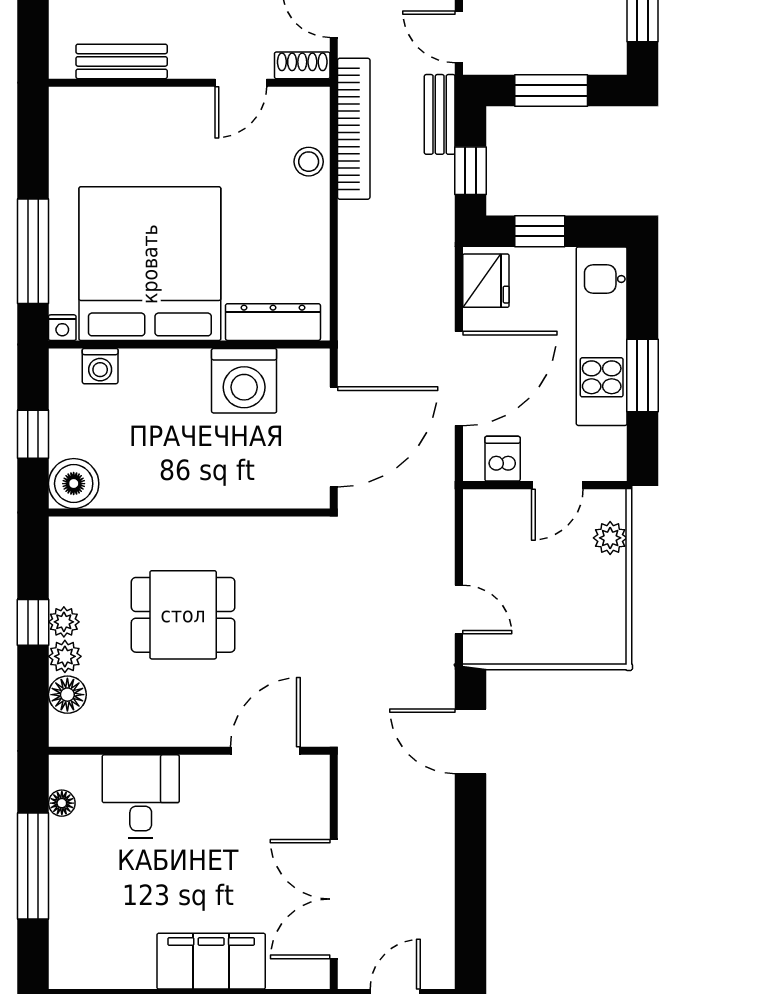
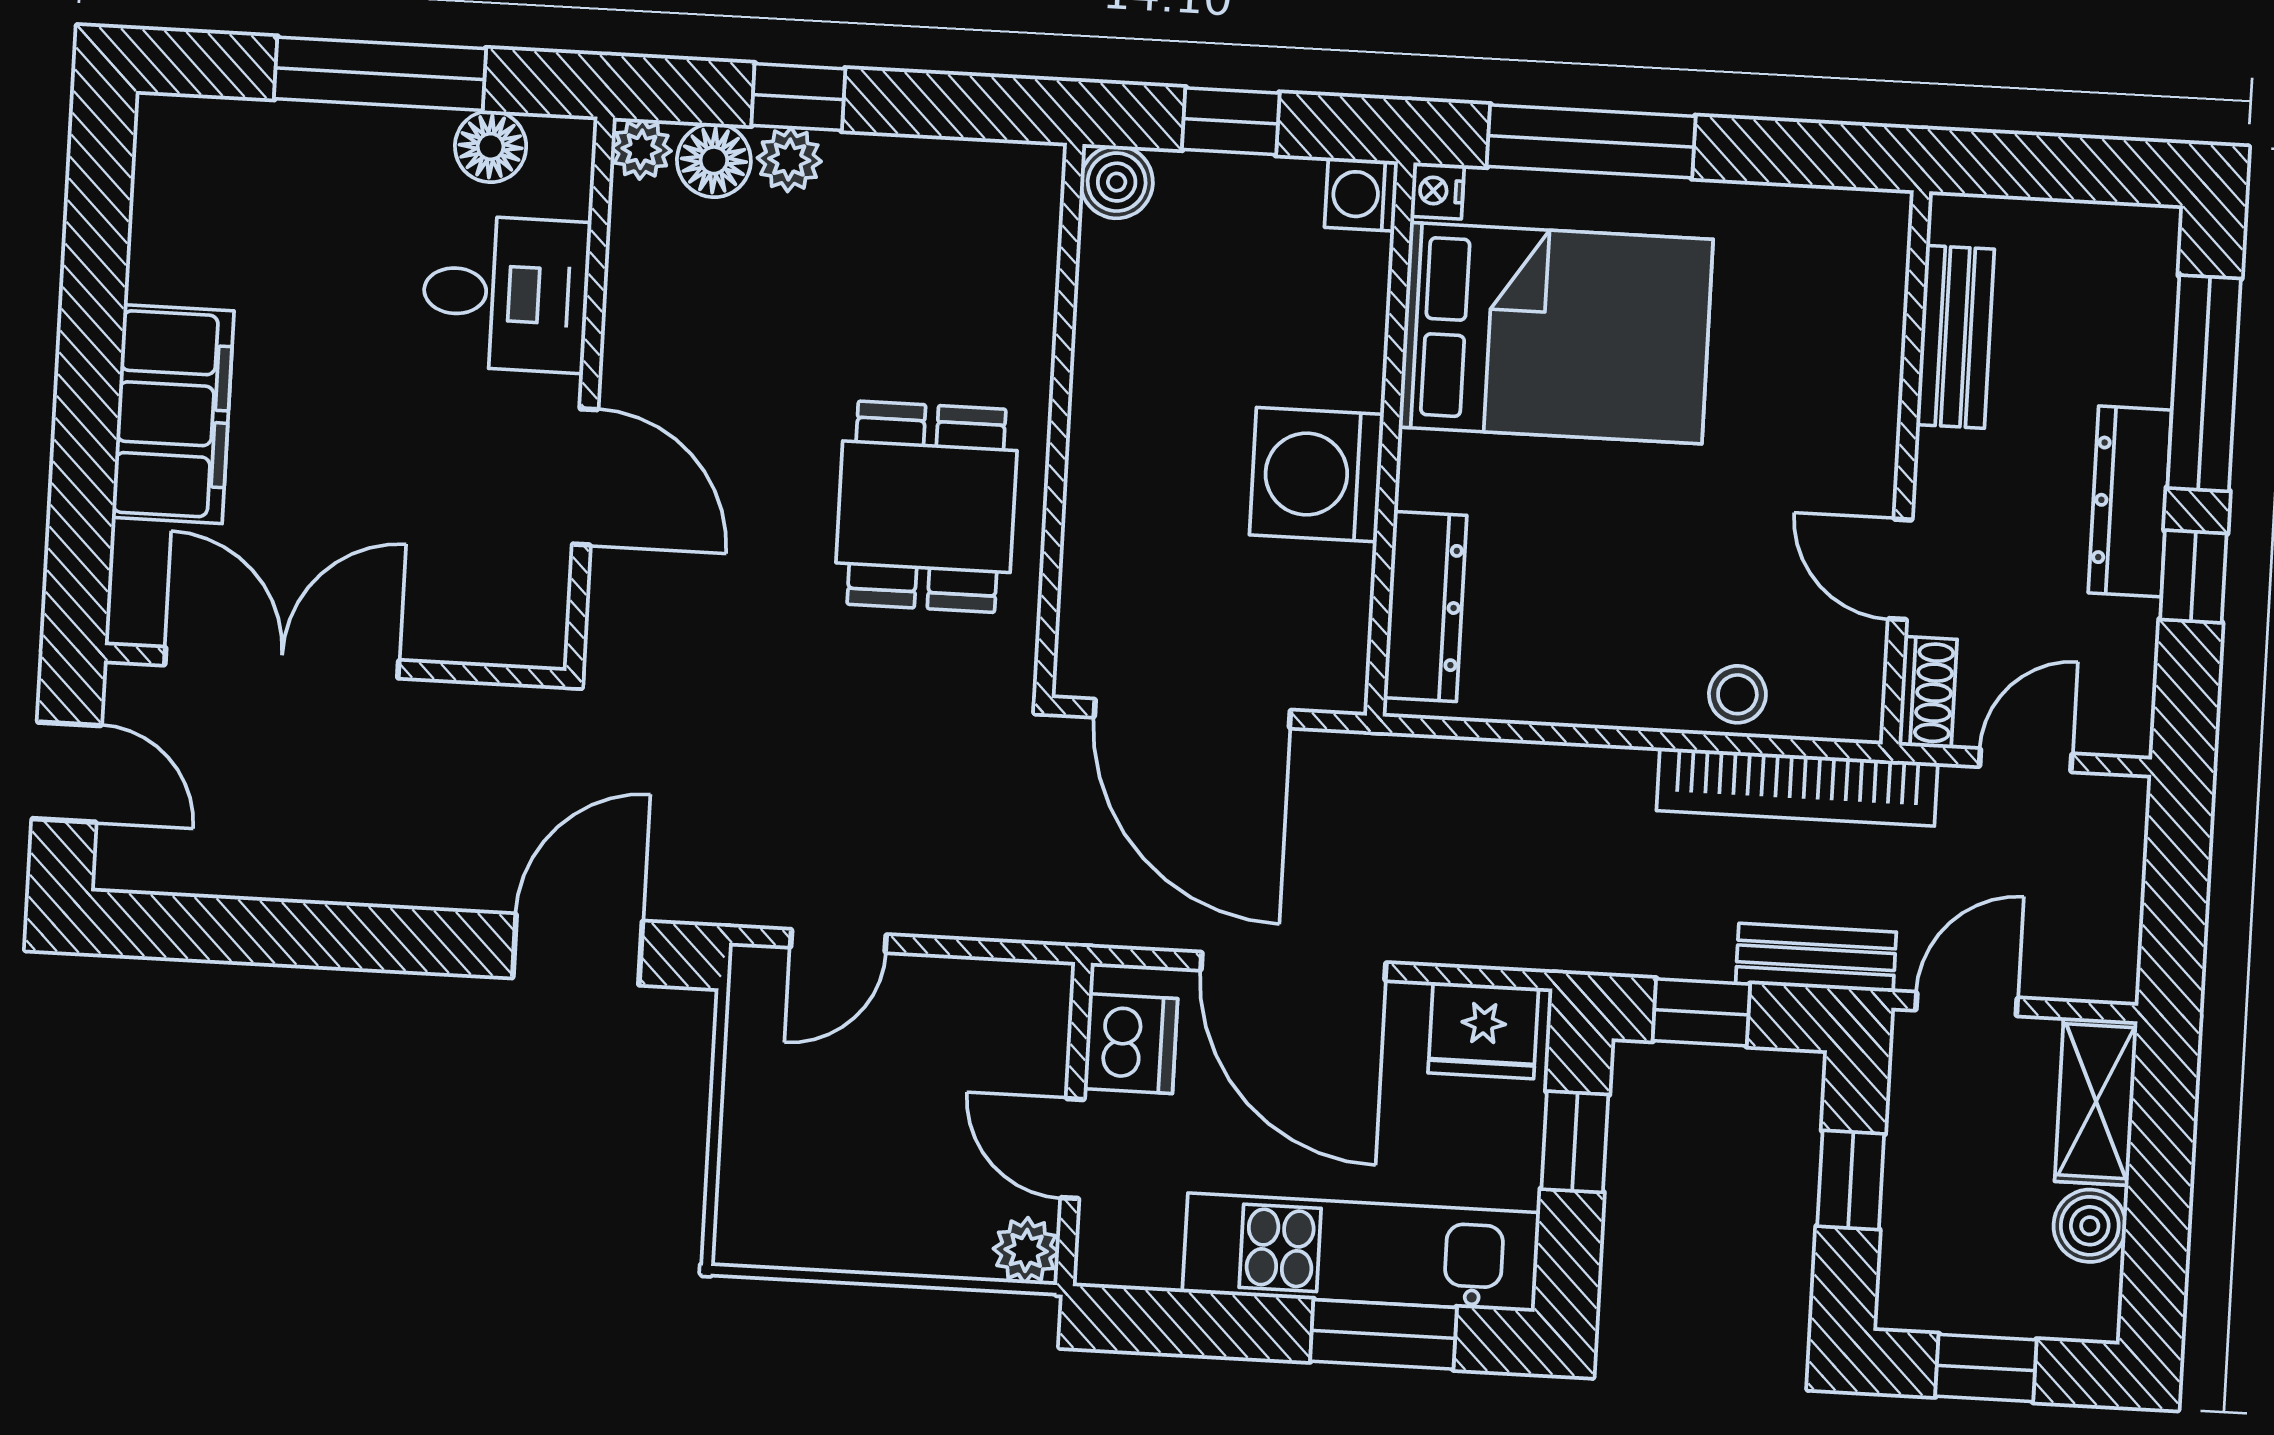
window: (551, 91) -> (1851, 1180), width x0.67
bed: (150, 264) -> (1556, 333), width x0.73
washing machine: (100, 366) -> (1361, 194), moved
window: (642, 376) -> (1383, 1334), moved
washing machine: (244, 381) -> (1317, 475), moved
dishwasher: (503, 459) -> (1131, 1044), width x1.38
boiler: (74, 484) -> (1117, 182), width x0.73, depth x0.73
plant: (610, 538) -> (1026, 1250), moved
dining table: (183, 615) -> (926, 507), moved
window: (33, 622) -> (798, 97), moved
plant: (64, 622) -> (641, 149), moved
door: (265, 751) -> (585, 477), moved
floor lamp: (62, 803) -> (491, 146), width x1.37, depth x1.37

